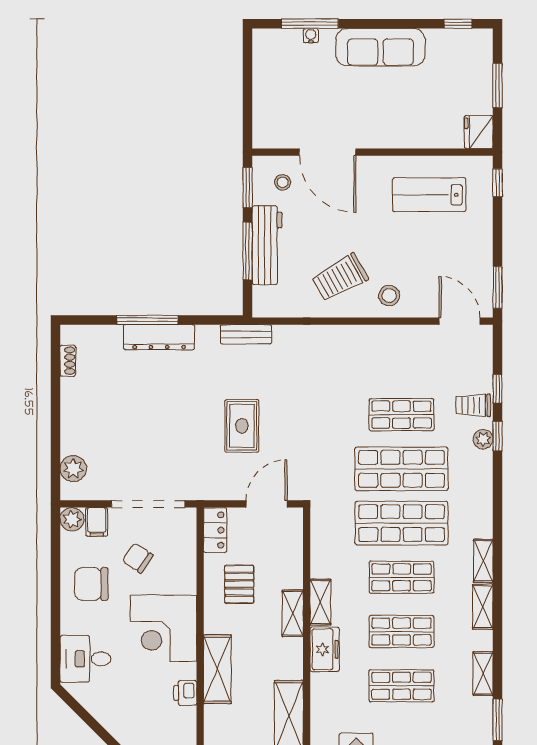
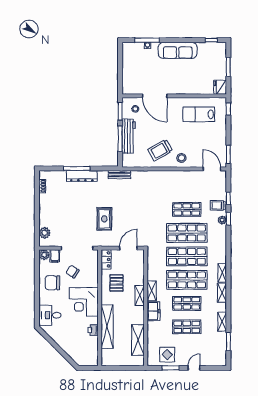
rug: (242, 426) -> (104, 219), moved
shop shelf: (402, 577) -> (187, 280), width x1.43, depth x1.36
shelving: (217, 669) -> (107, 327), width x1.47

